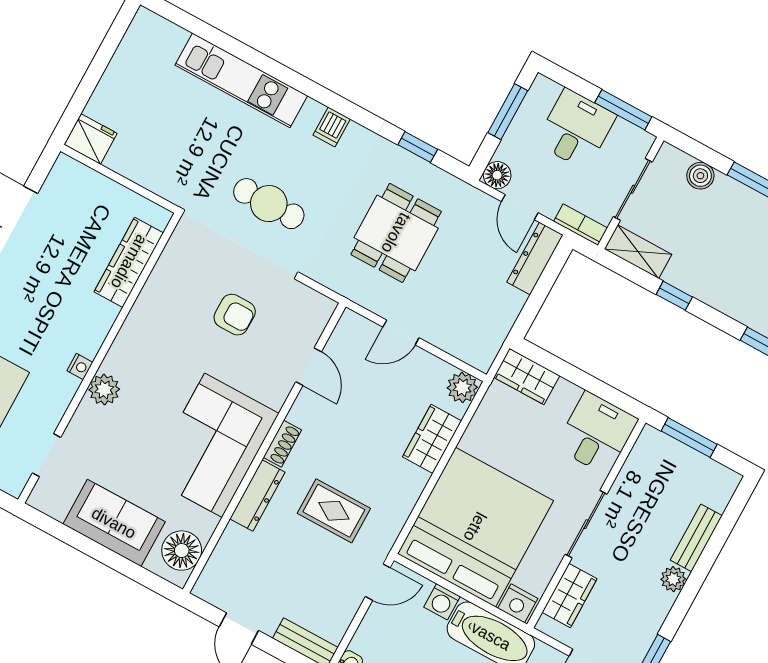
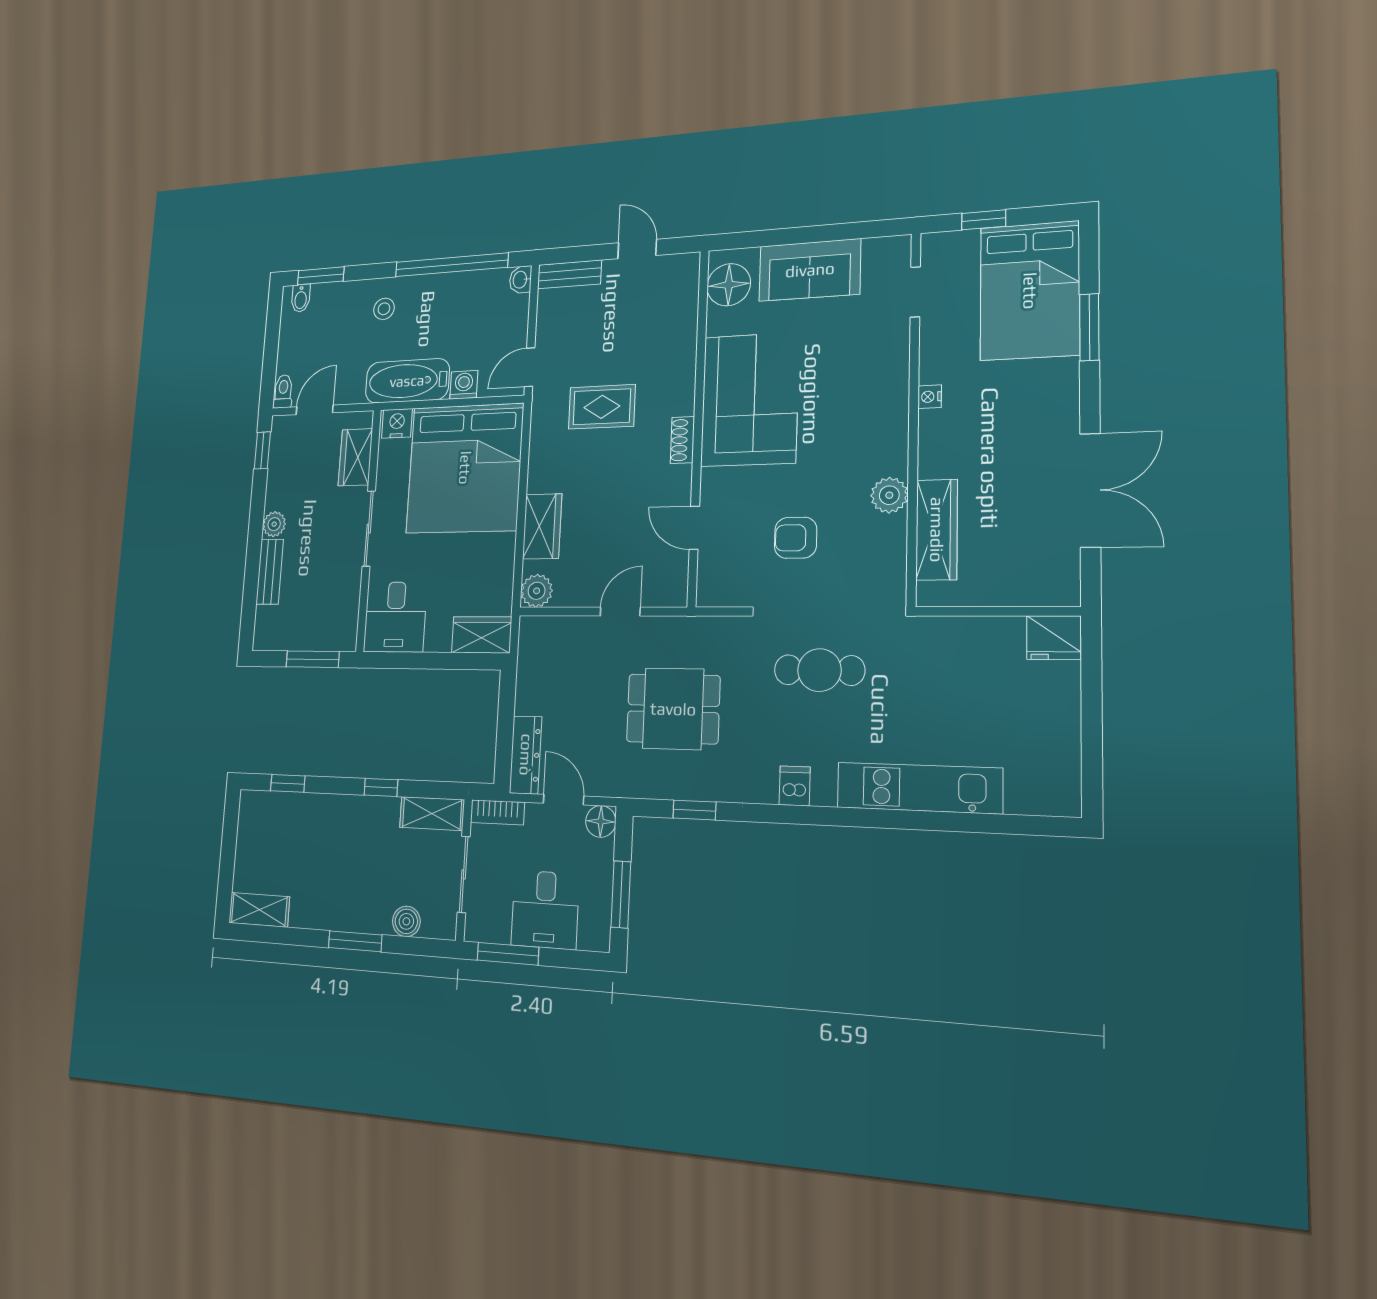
dining table: (396, 233) -> (673, 709), turned 90
plant: (104, 390) -> (889, 495), moved
dresser: (257, 496) -> (682, 378), removed

